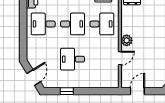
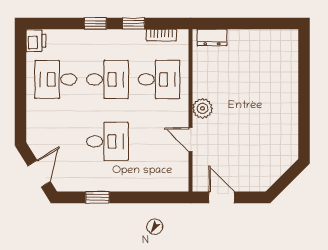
door: (120, 58) -> (191, 139), swing flipped
desk: (73, 59) -> (107, 141), turned 180
door: (137, 91) -> (221, 197), hinge flipped

